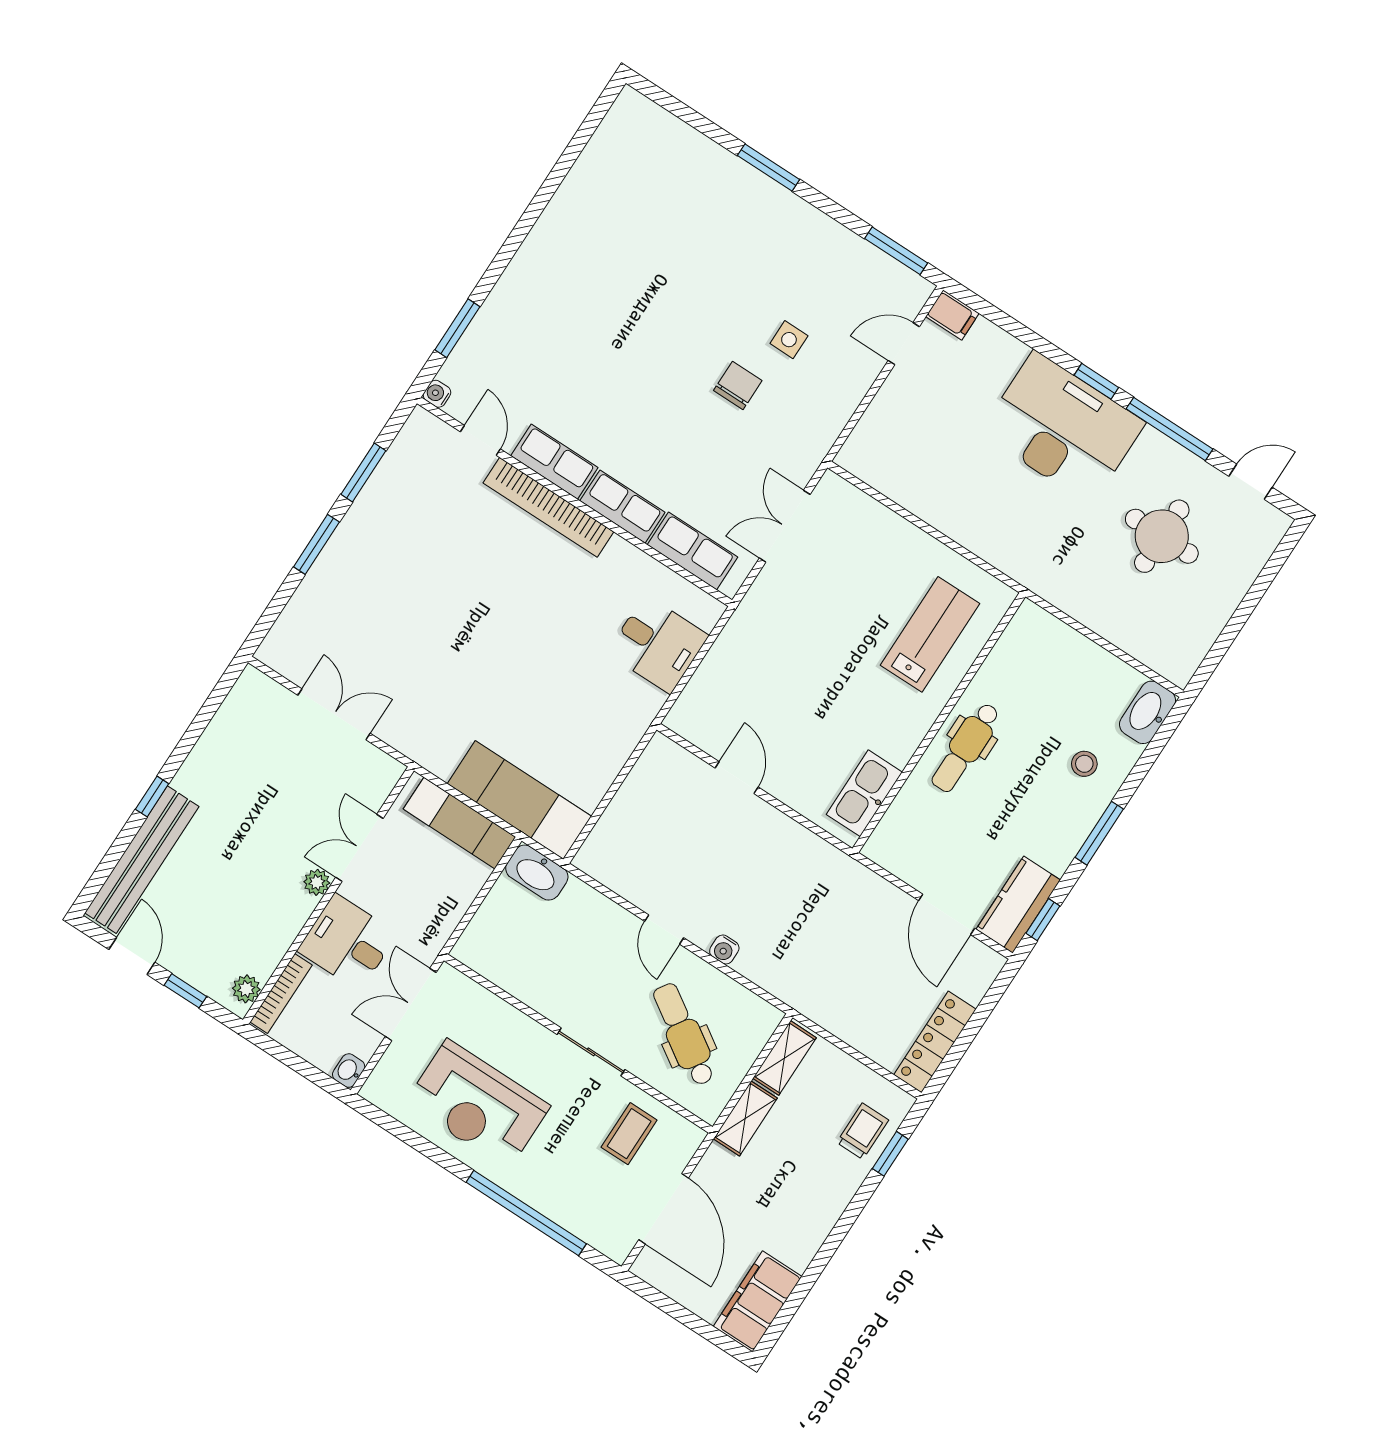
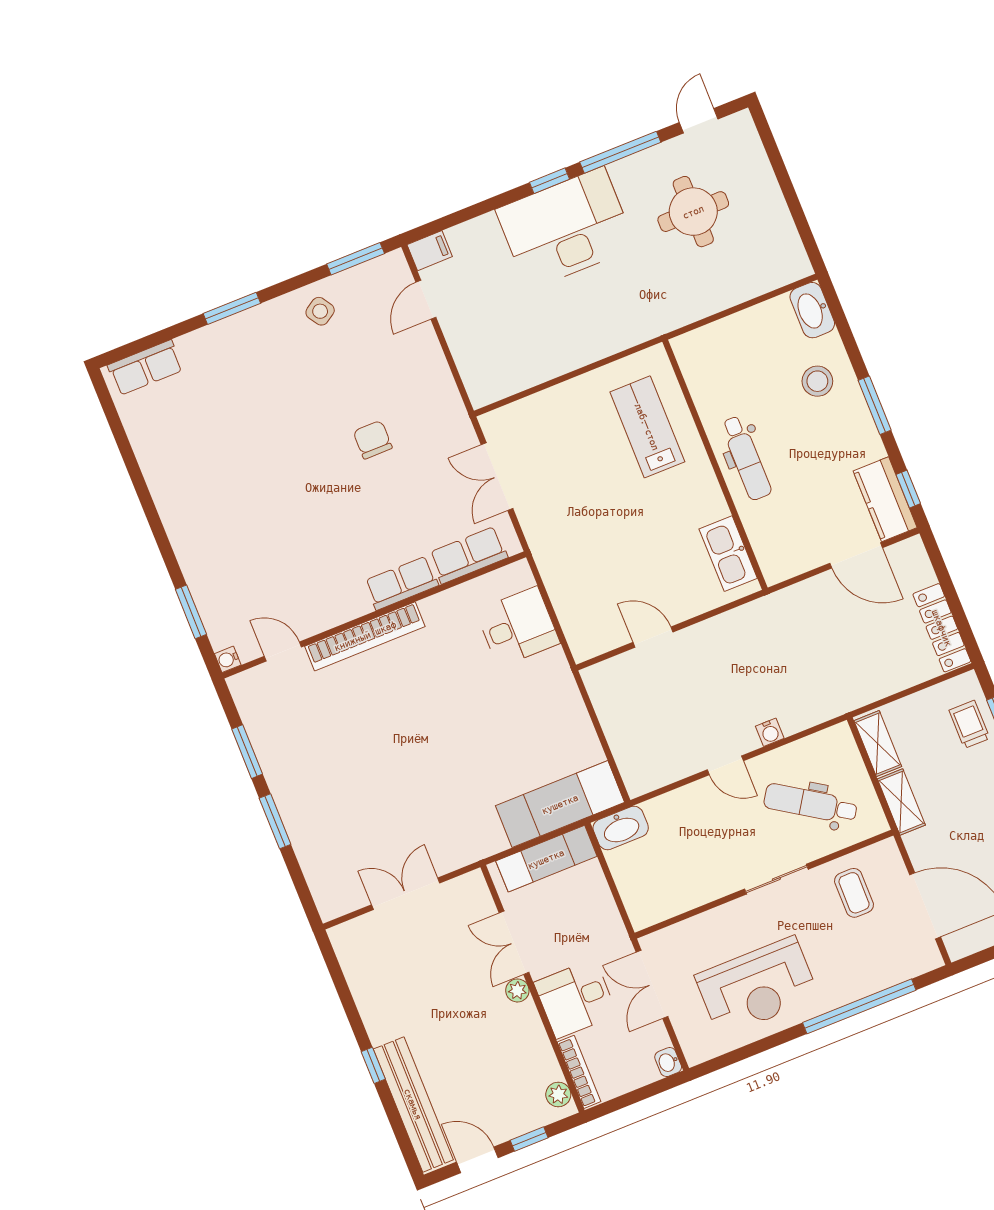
side table: (789, 340) -> (320, 311), moved, turned -33
row of seats: (554, 462) -> (145, 368), moved, turned 180
stool: (1084, 764) -> (817, 381), width x1.37, depth x1.37

